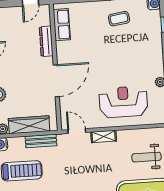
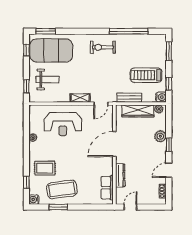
coffee table: (119, 19) -> (62, 189), width x1.86, depth x1.72
rug: (142, 44) -> (45, 168), added
door: (77, 131) -> (101, 104), hinge flipped

